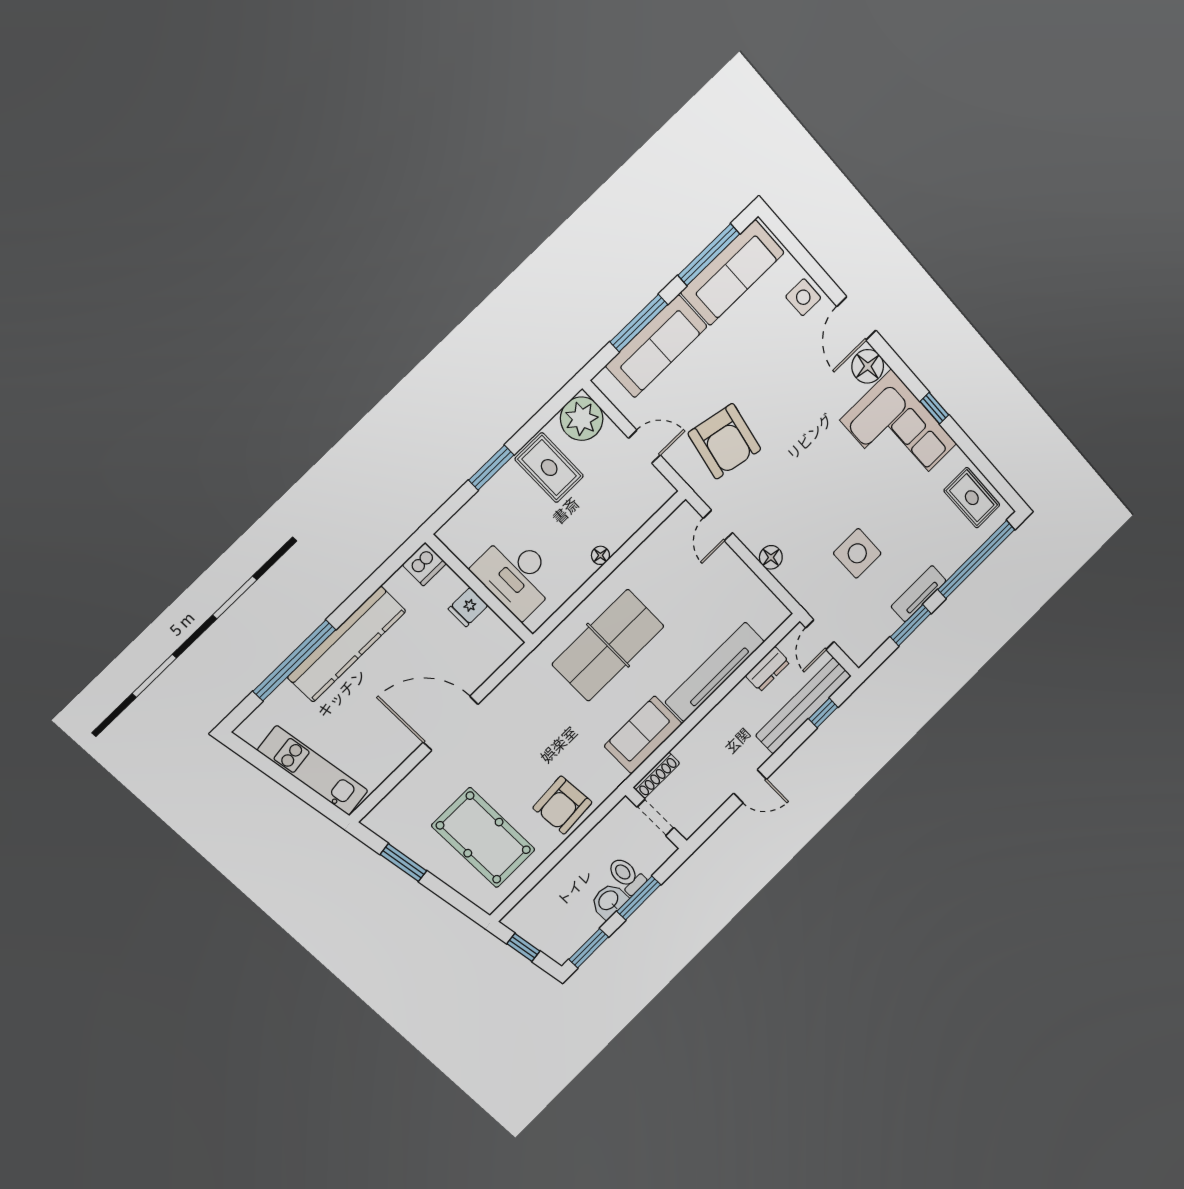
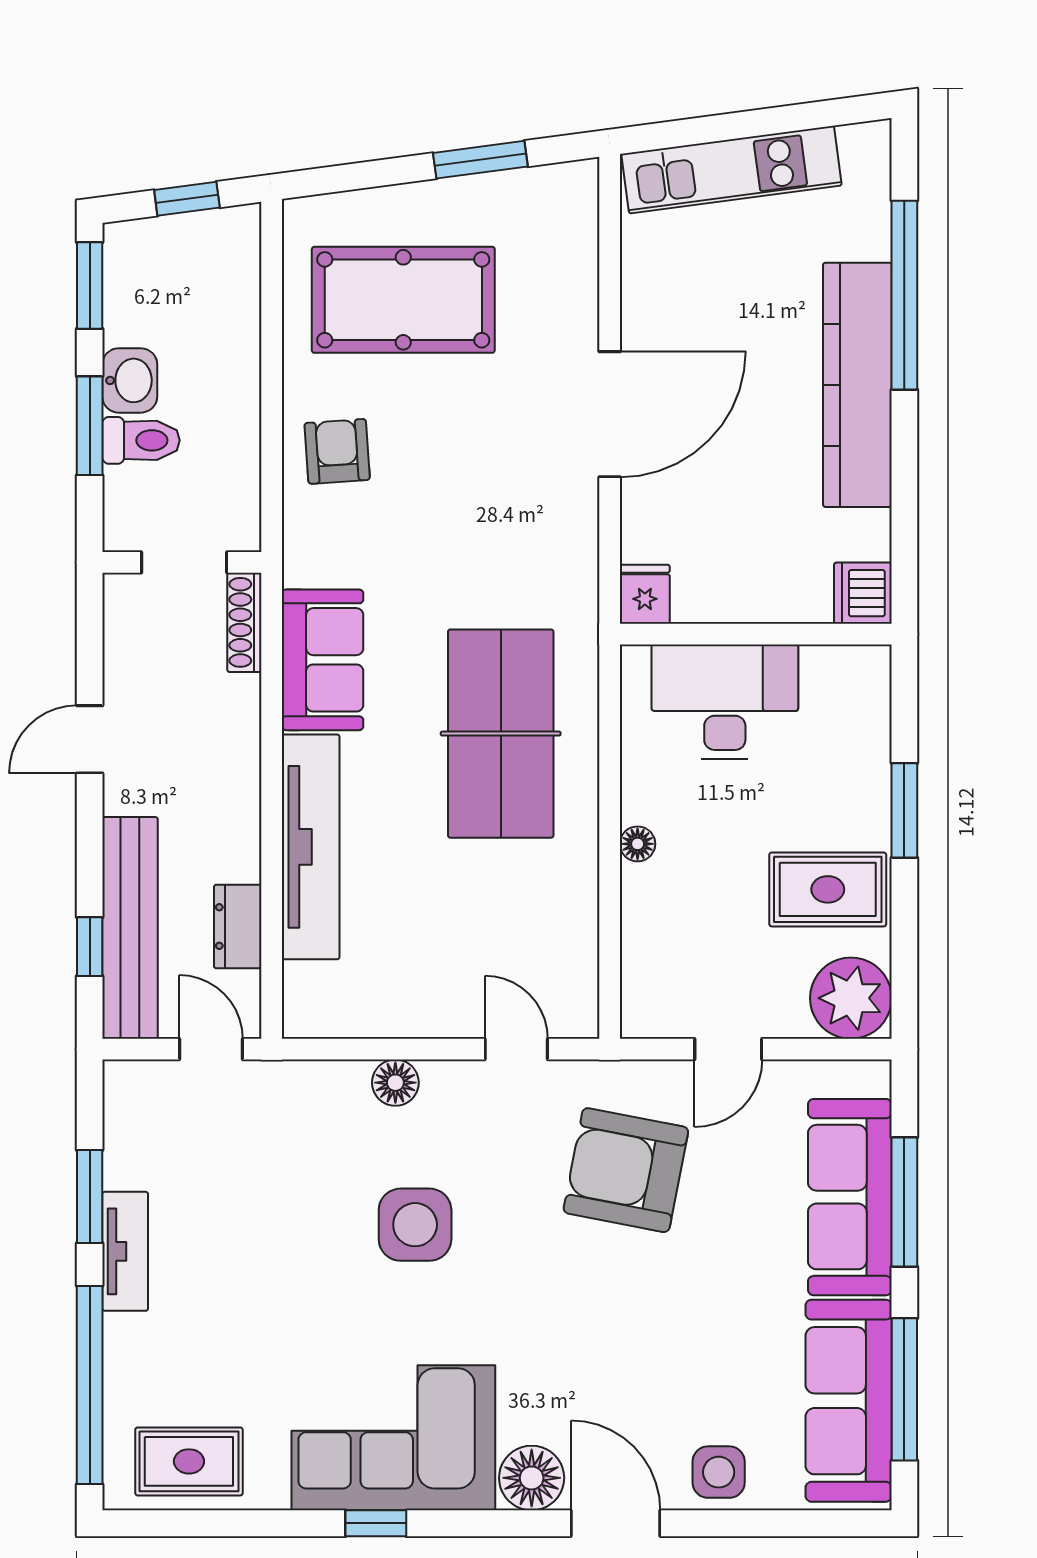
side table: (857, 553) -> (415, 1225), moved
fridge: (468, 607) -> (645, 594), moved
armchair: (562, 805) -> (337, 451), width x0.72, depth x0.72

